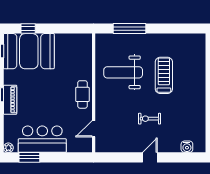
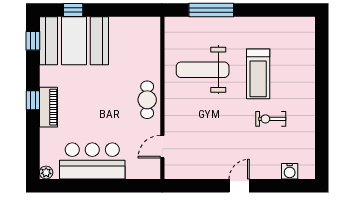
treadmill: (164, 75) -> (258, 74), turned 180
exercise bike: (150, 119) -> (271, 119), moved
window: (29, 157) -> (75, 186), removed

